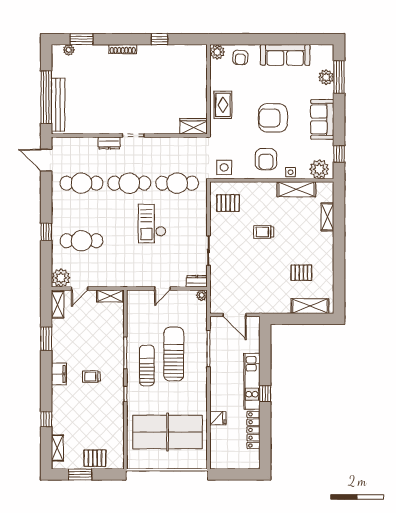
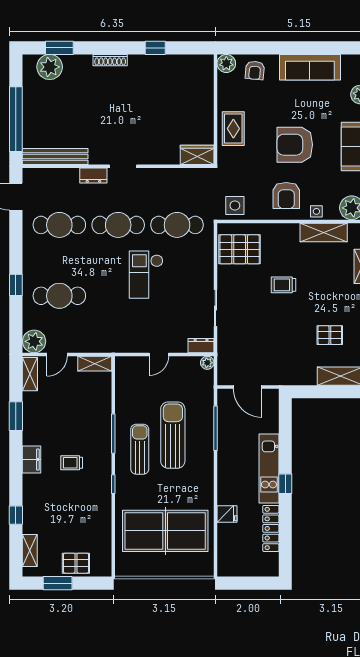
plant: (69, 50) -> (50, 67), width x1.87, depth x1.87
bench: (58, 105) -> (55, 157), moved, turned 90
pallet: (228, 203) -> (240, 249), width x1.50, depth x1.42

